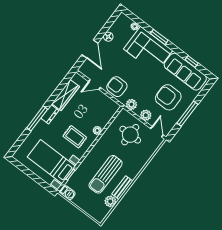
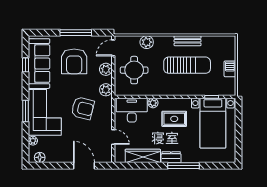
floor lamp: (108, 37) -> (40, 157), moved
door: (90, 49) -> (84, 166), hinge flipped
armchair: (117, 87) -> (83, 108), moved, turned -76
desk: (103, 112) -> (132, 110), added
rug: (75, 137) -> (174, 119), turned 90
barbecue: (68, 193) -> (230, 69), moved
plant: (110, 201) -> (147, 42), moved

